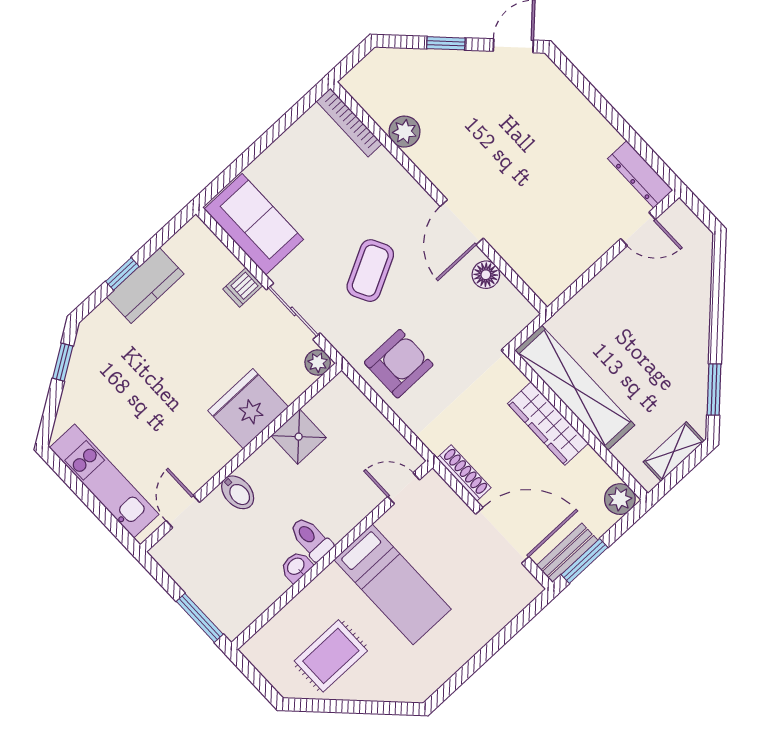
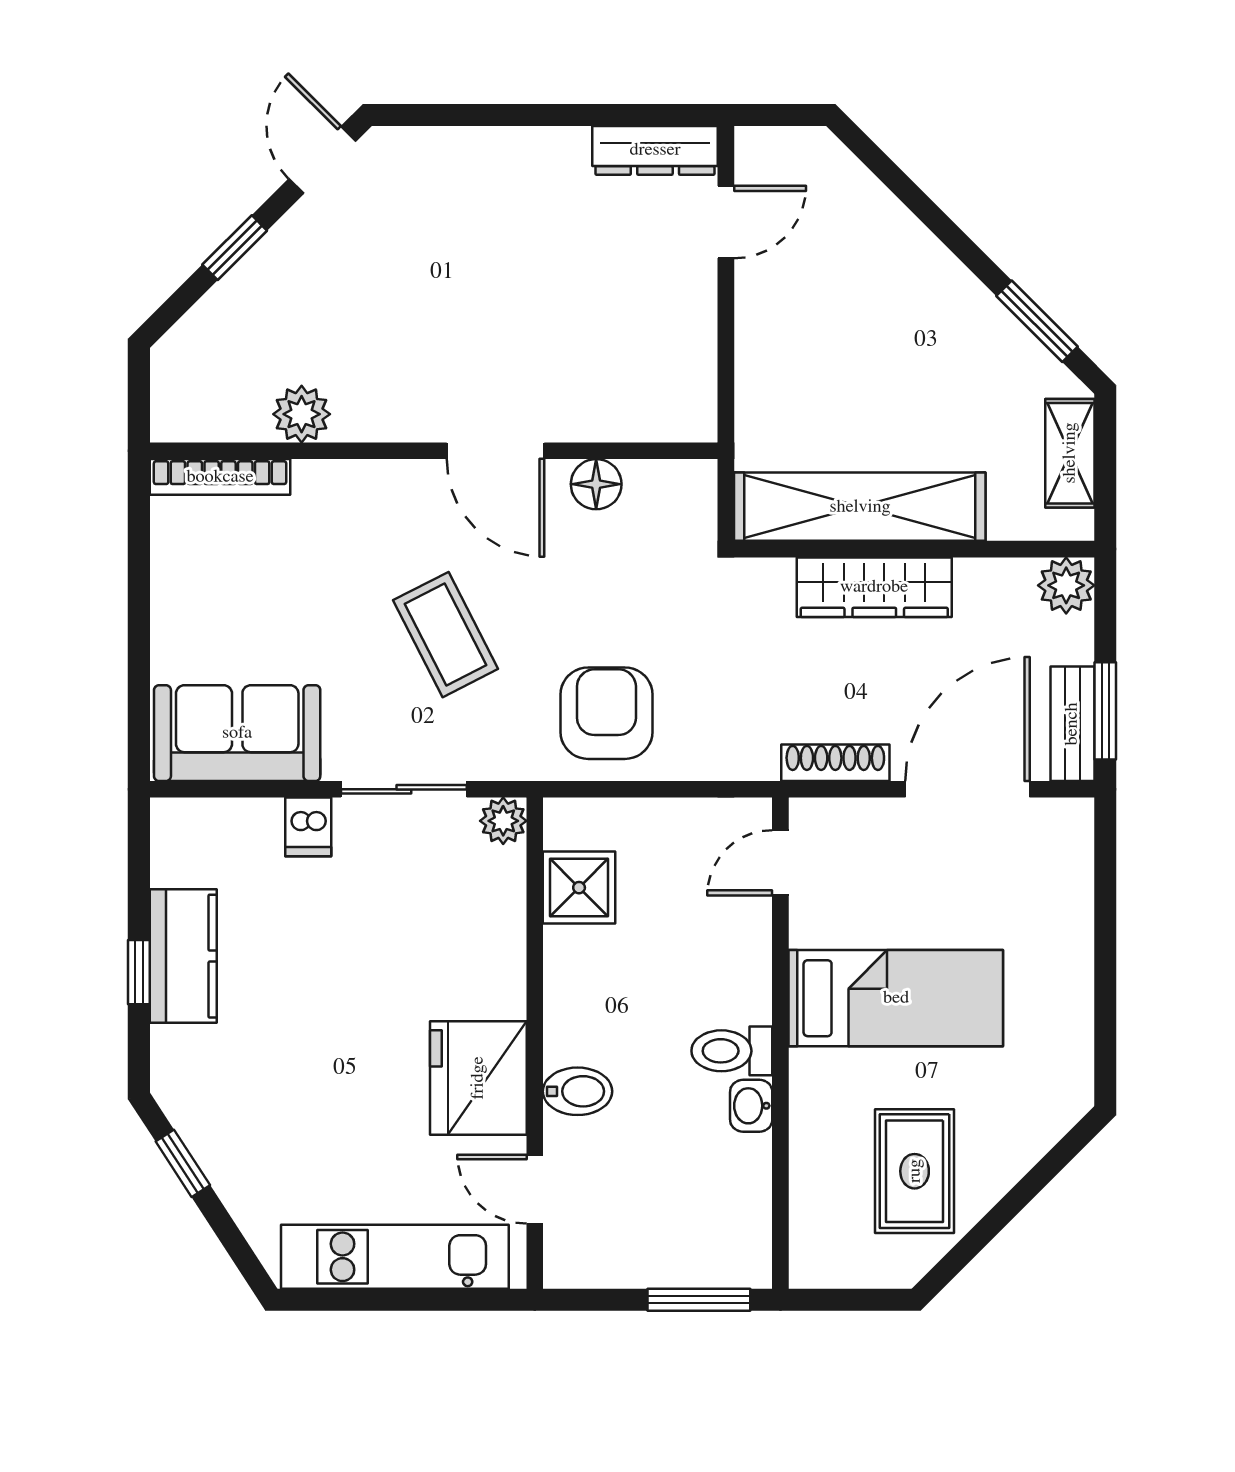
fridge: (248, 409) -> (478, 1078), moved
shower: (299, 437) -> (579, 888), moved

